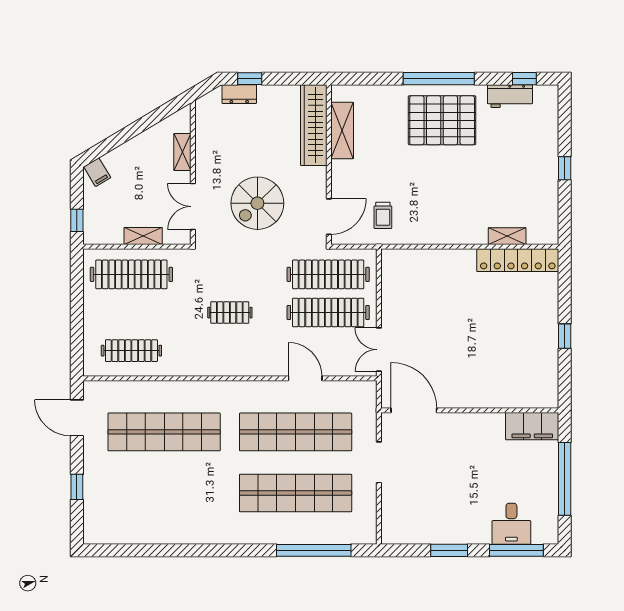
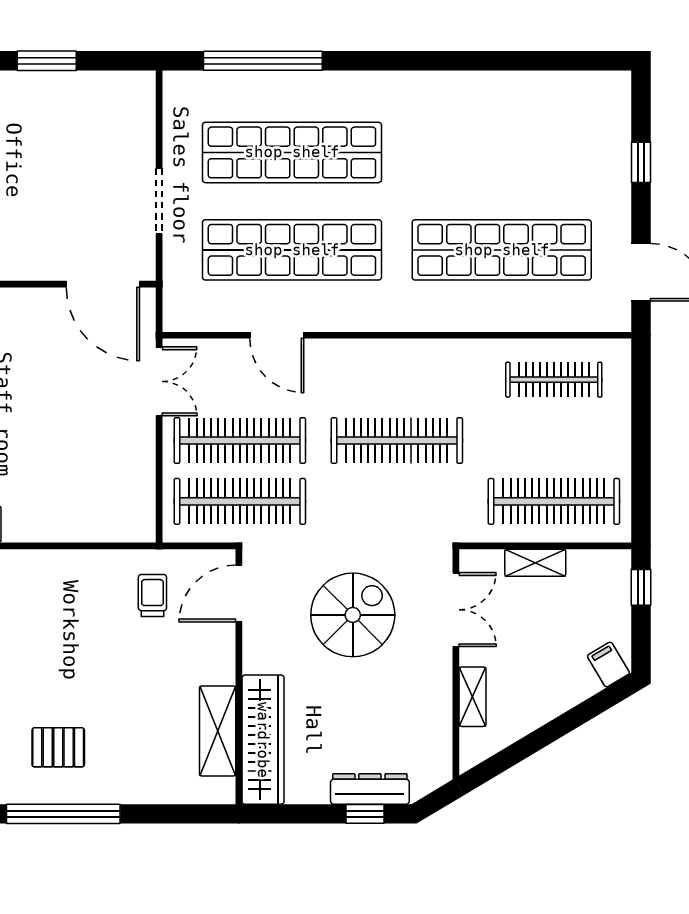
dresser: (239, 94) -> (370, 789), width x1.44
pallet: (442, 120) -> (58, 747), width x0.49, depth x0.50
clothes rail: (230, 313) -> (397, 441), width x1.86, depth x1.31

